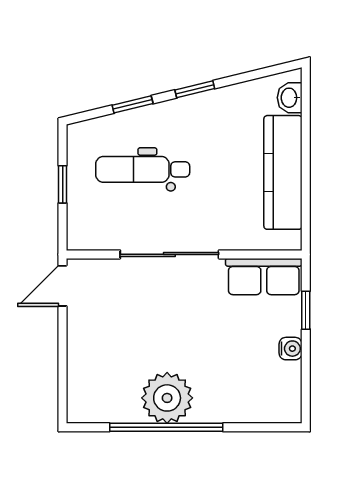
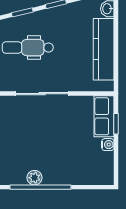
row of seats: (264, 277) -> (104, 116), moved, turned 90
plant: (167, 398) -> (34, 178), width x0.53, depth x0.53

